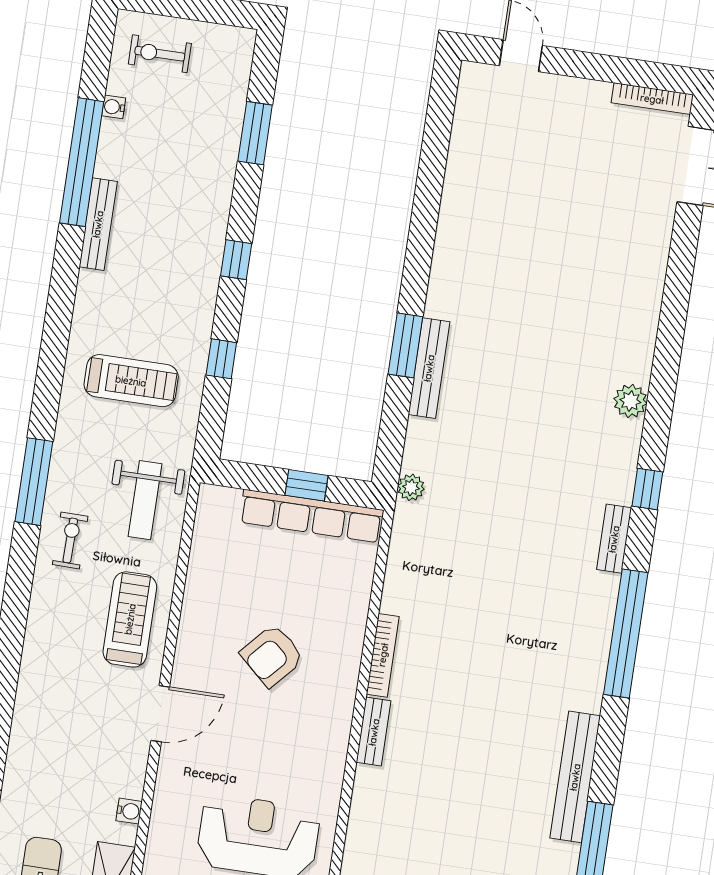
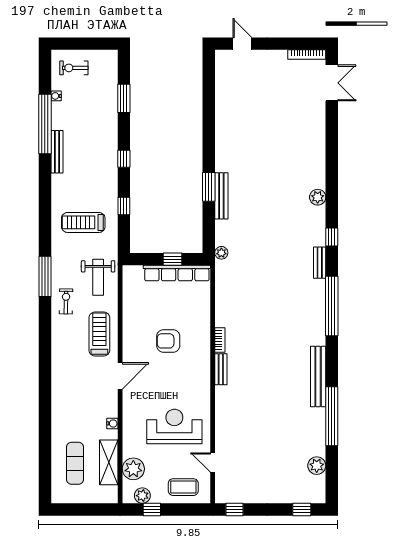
treadmill: (131, 381) -> (83, 222), turned 180
bookcase: (383, 655) -> (220, 340), width x0.64
armchair: (272, 656) -> (168, 341), turned 48

